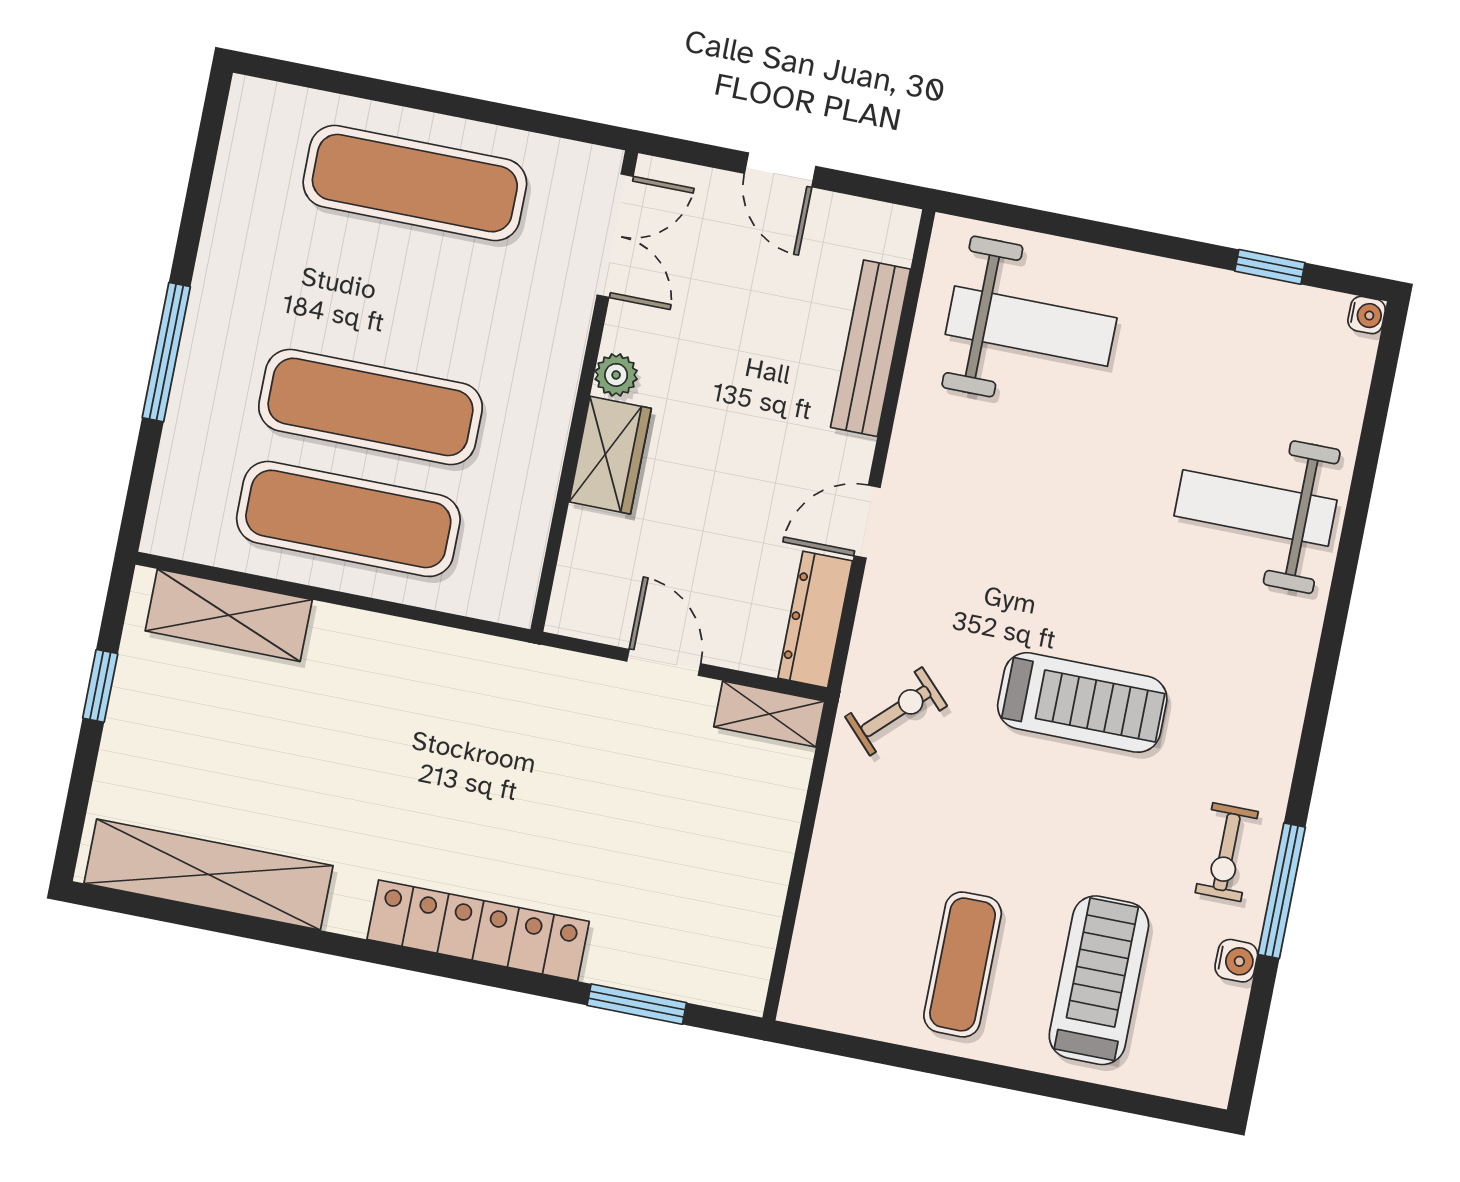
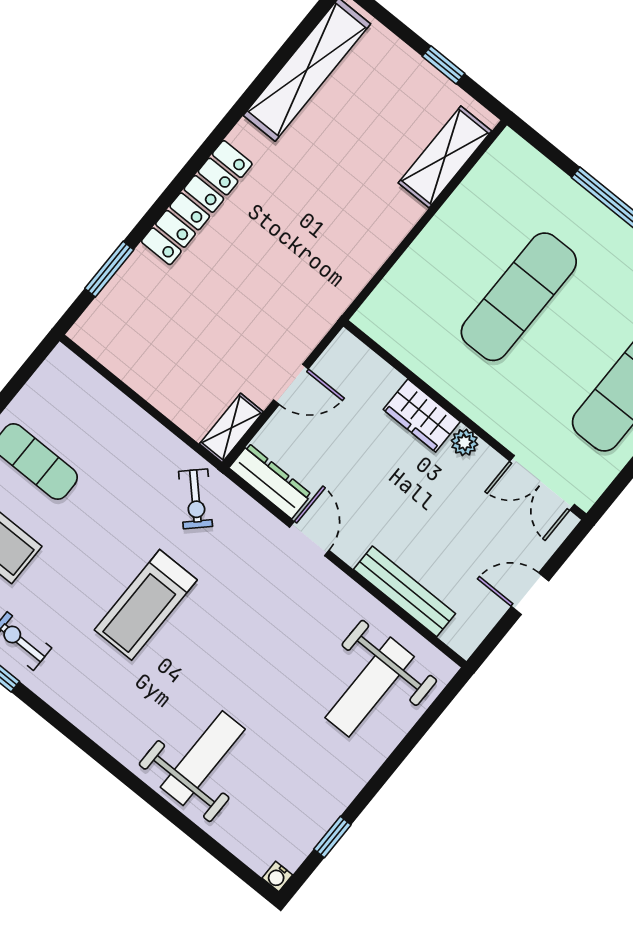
exercise mat: (348, 519) -> (463, 252), removed

